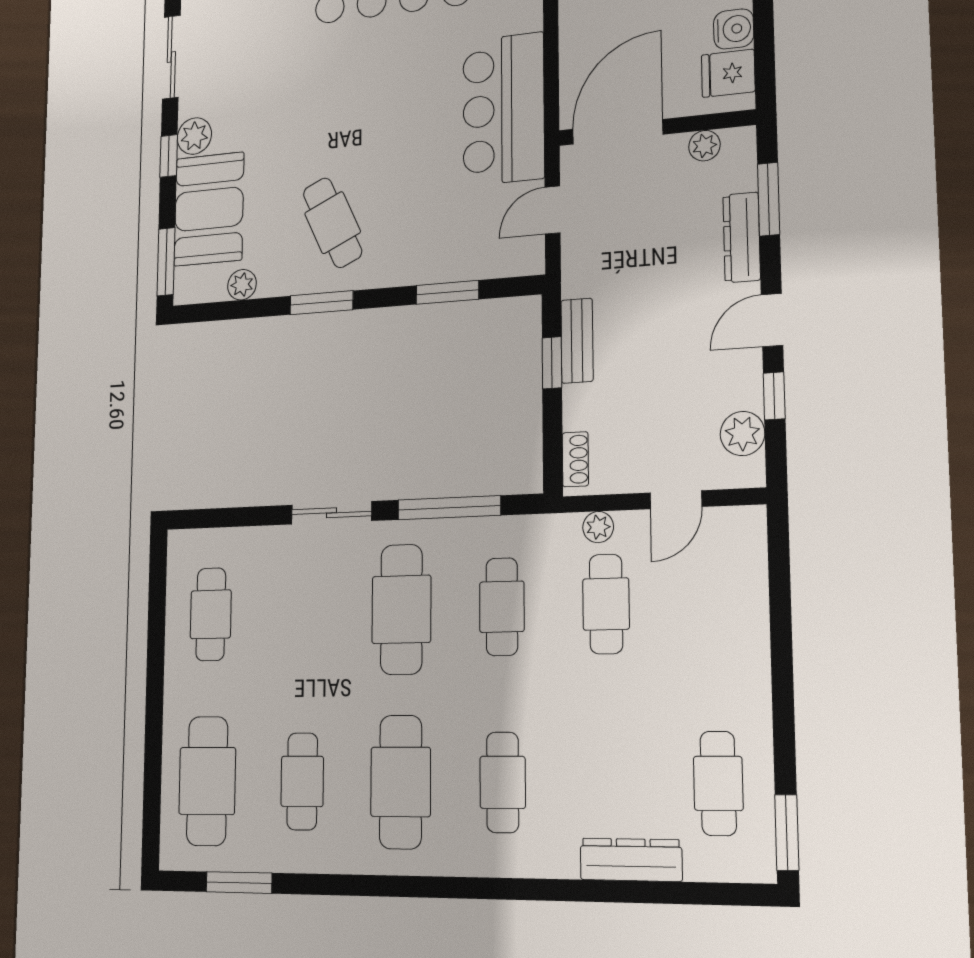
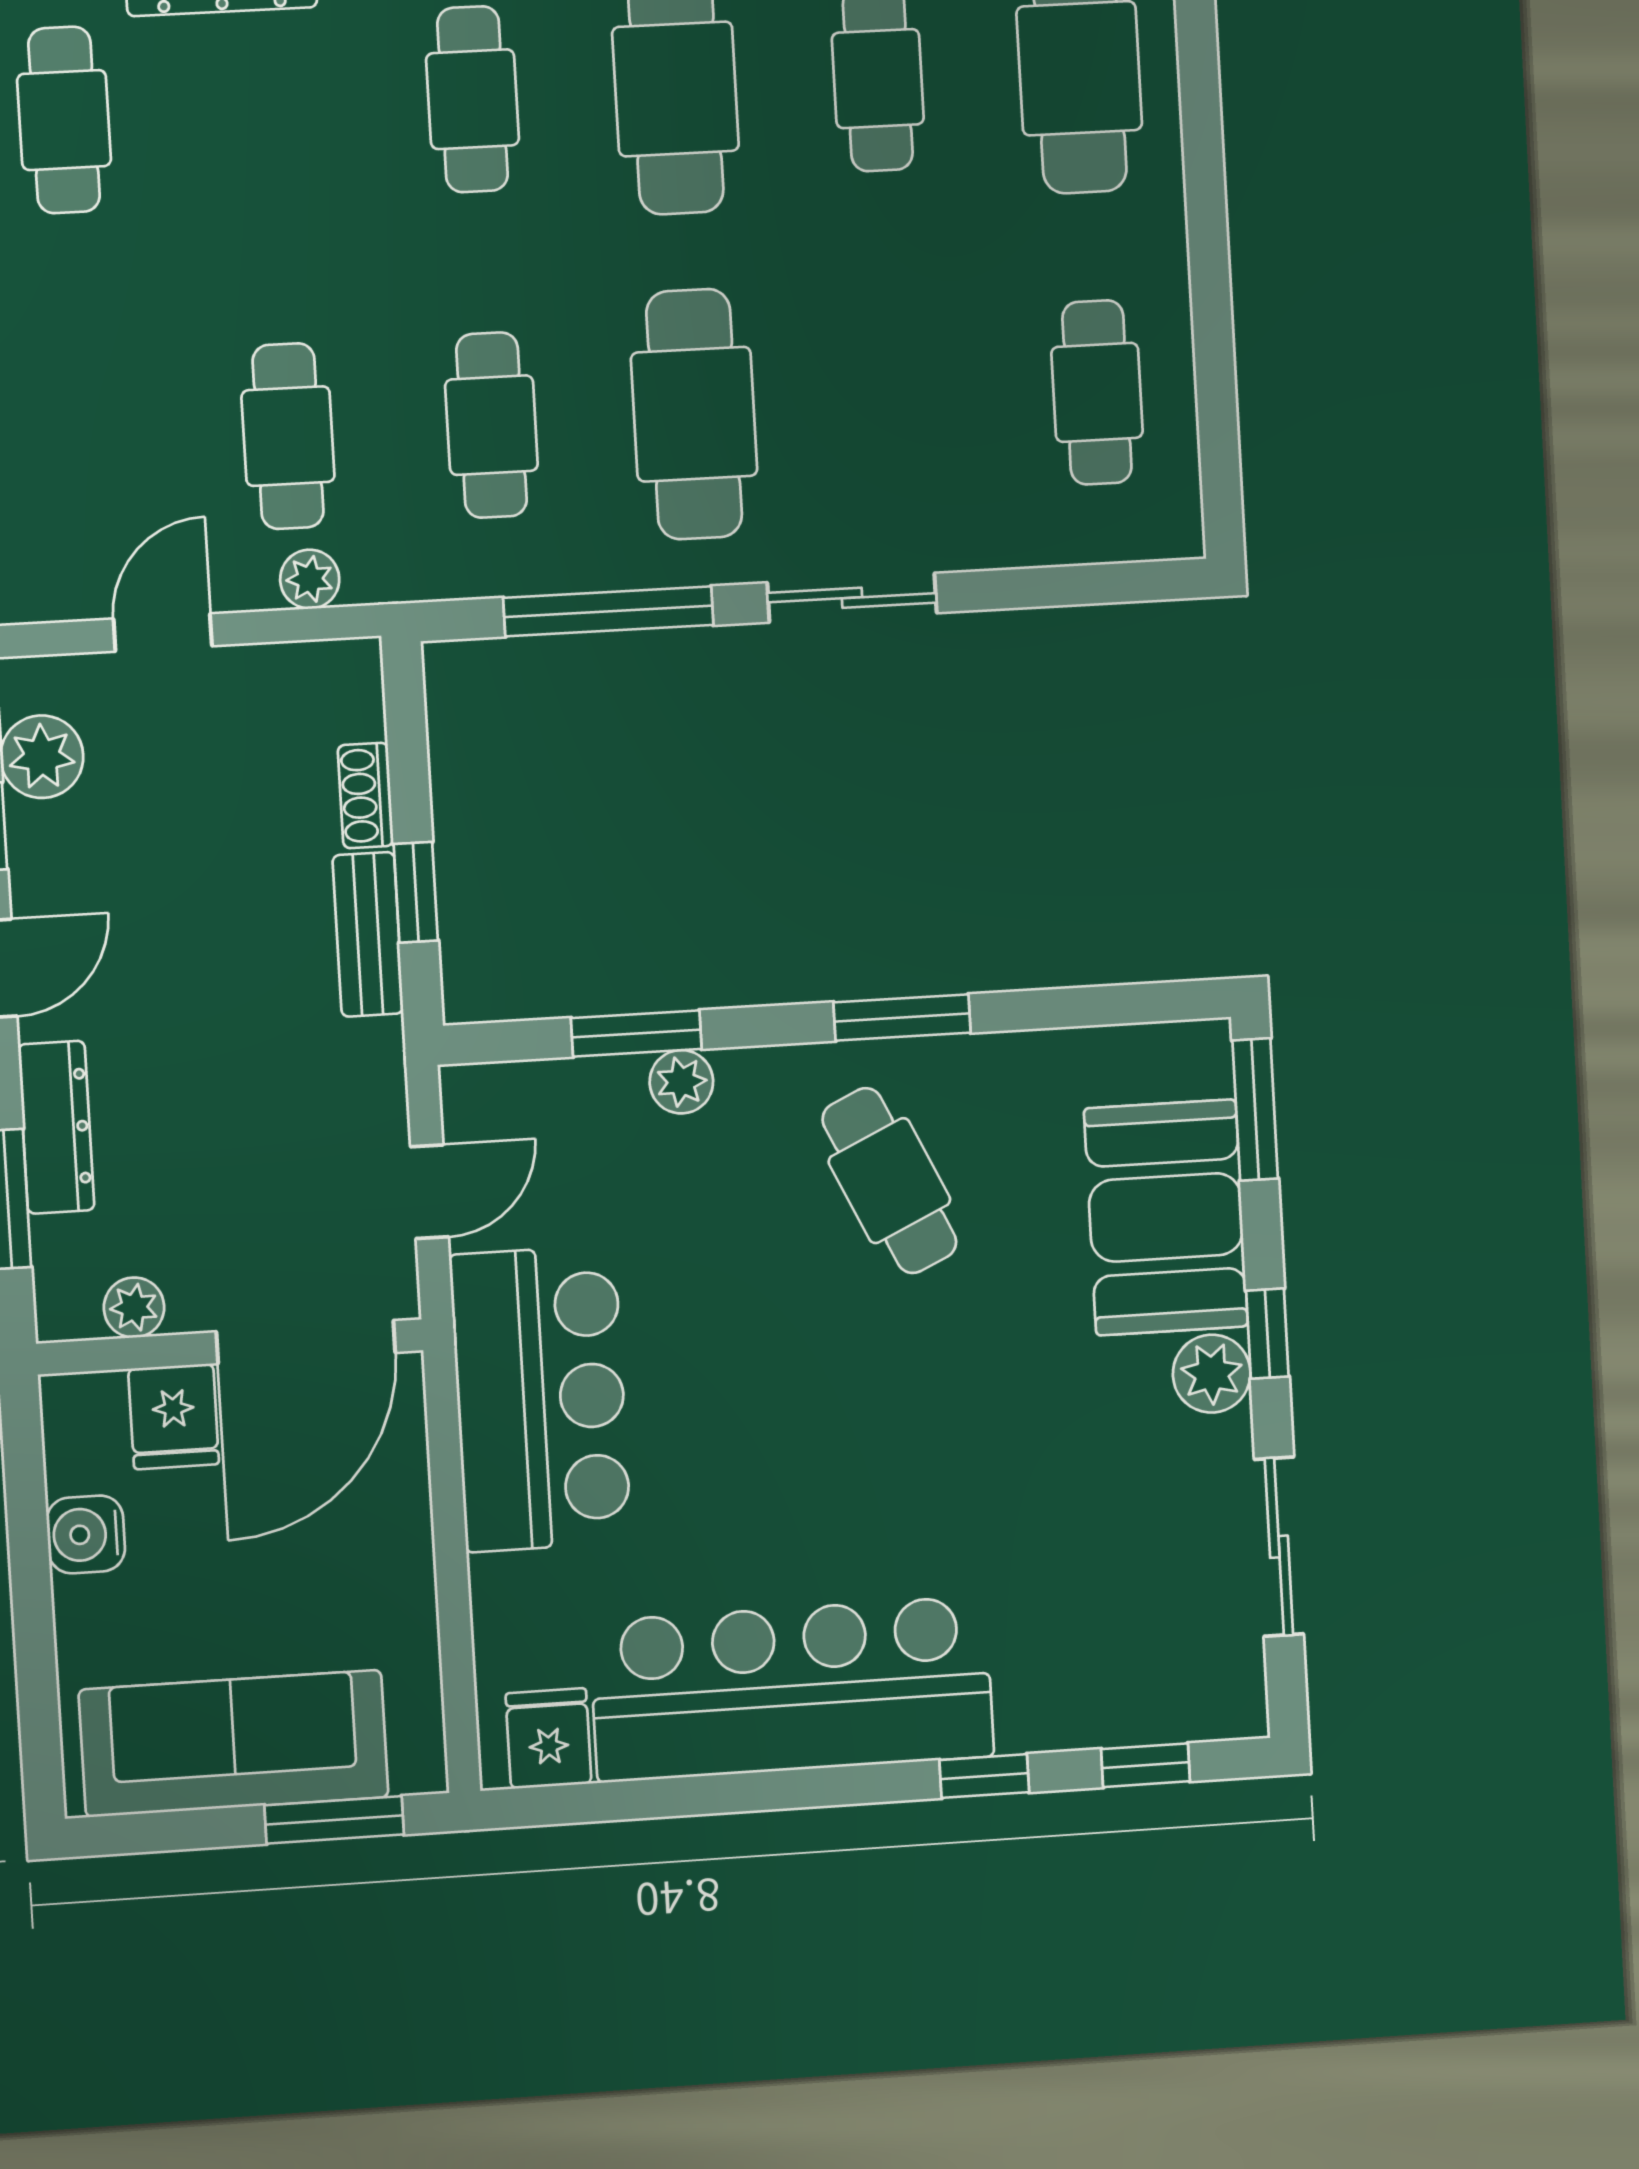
fridge: (728, 73) -> (174, 1416), moved, turned 90
plant: (242, 285) -> (681, 1082), moved
shoe rack: (575, 459) -> (366, 795), moved

